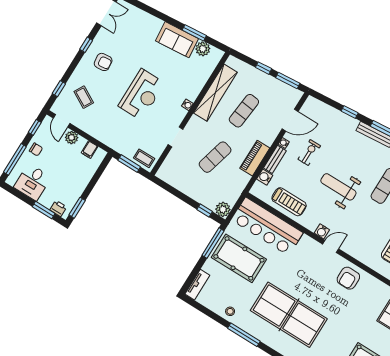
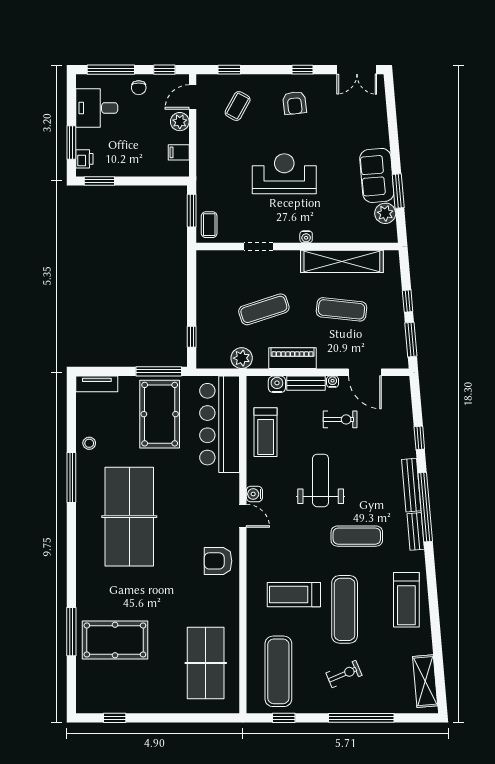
reception desk: (142, 94) -> (284, 174), turned 180
exercise mat: (215, 157) -> (264, 309), turned -33
plant: (223, 209) -> (242, 358), moved

